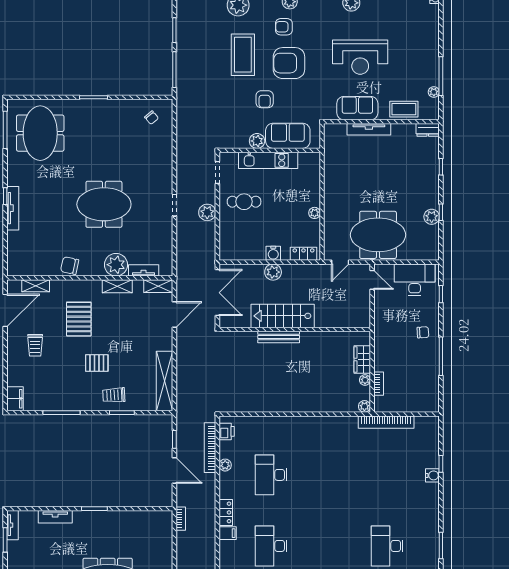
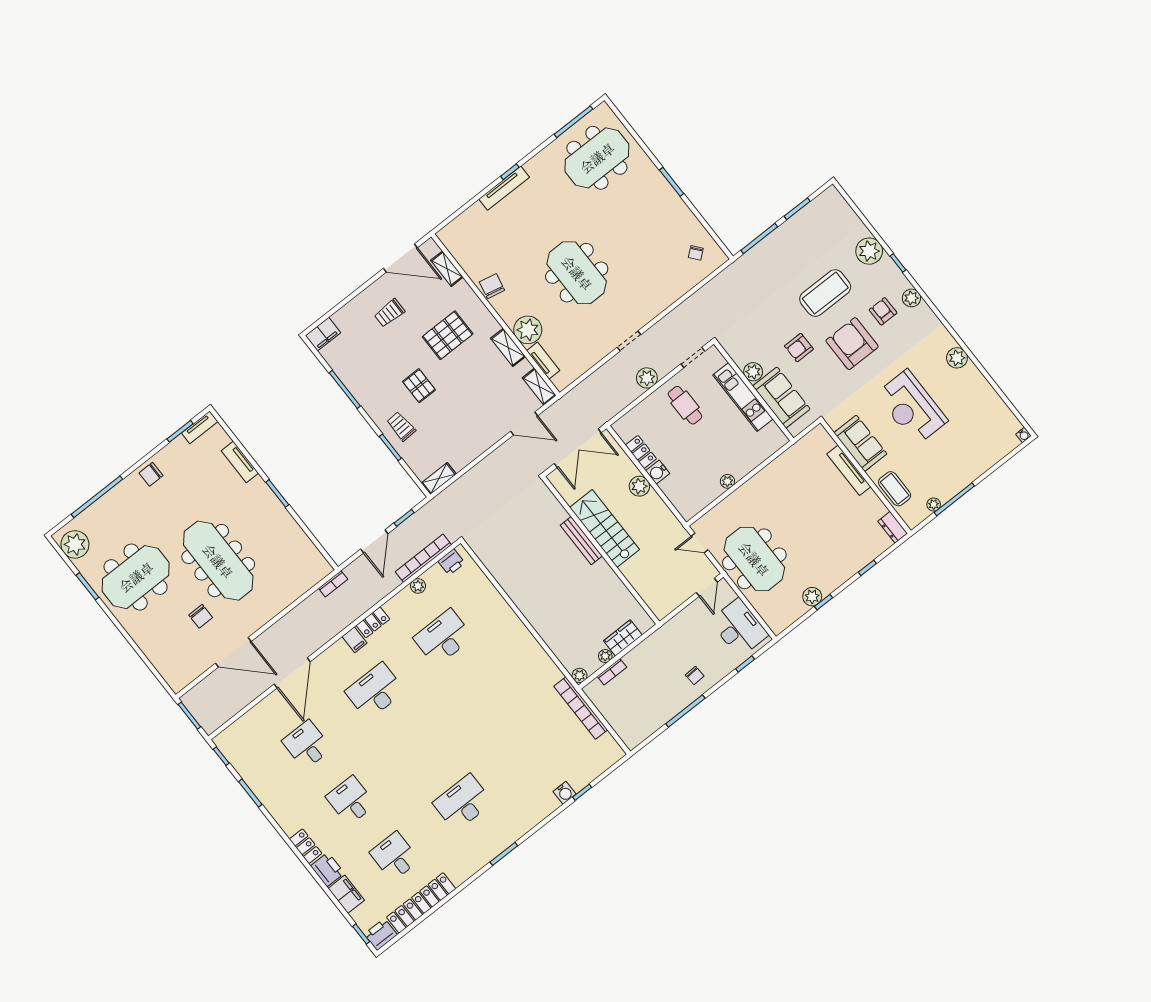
locker: (303, 254) -> (641, 452), moved
shelving: (164, 381) -> (439, 479), width x0.45, depth x0.75

